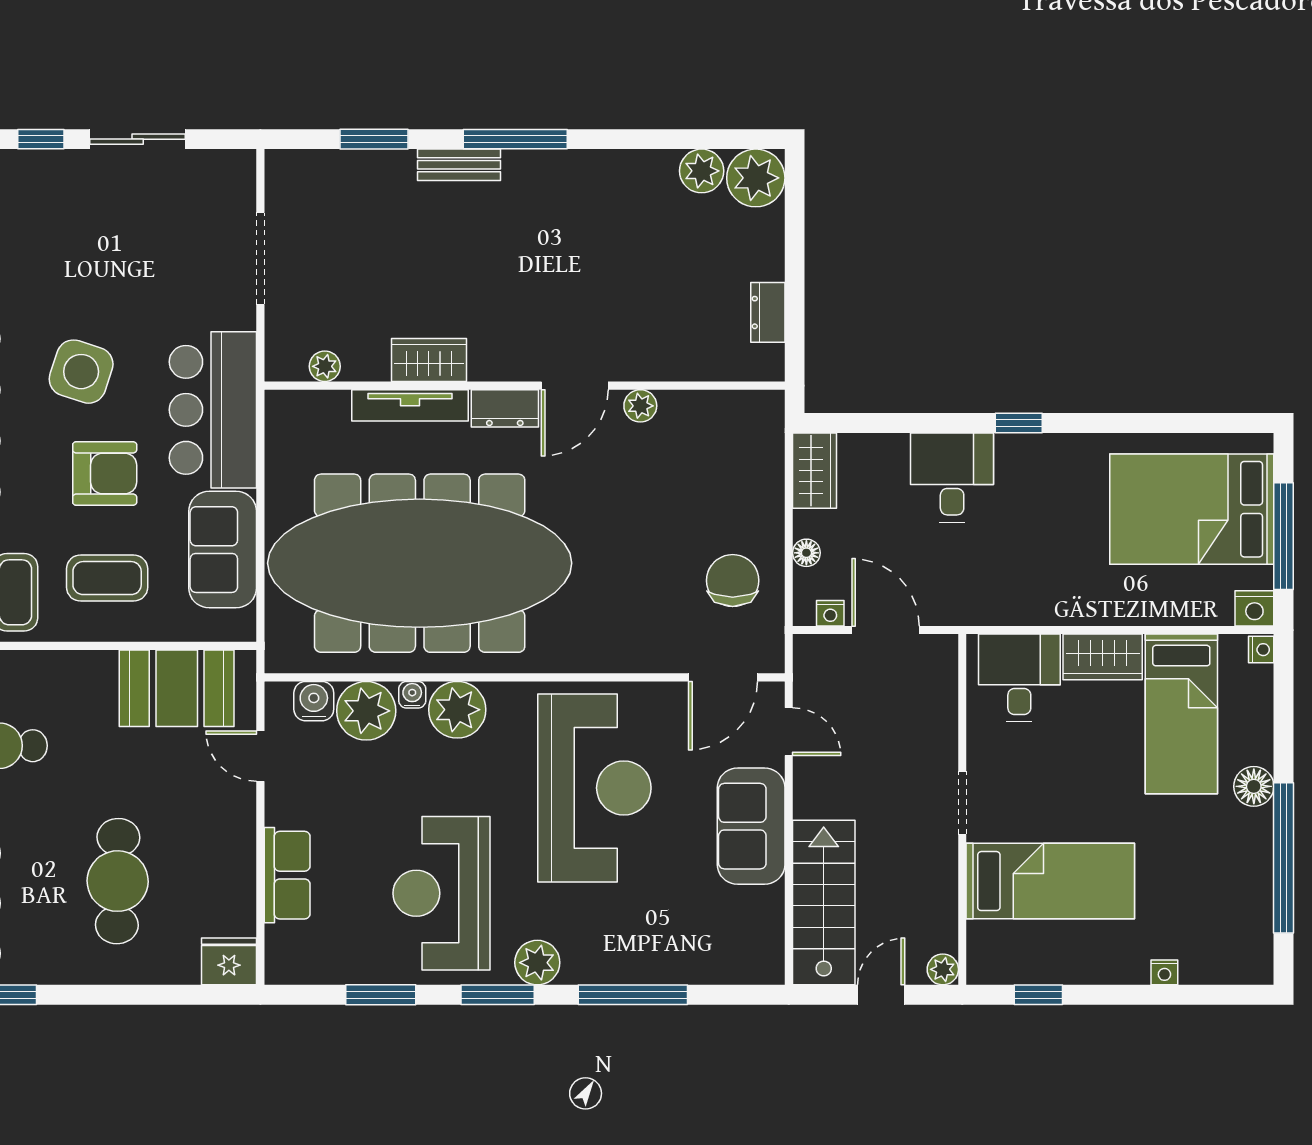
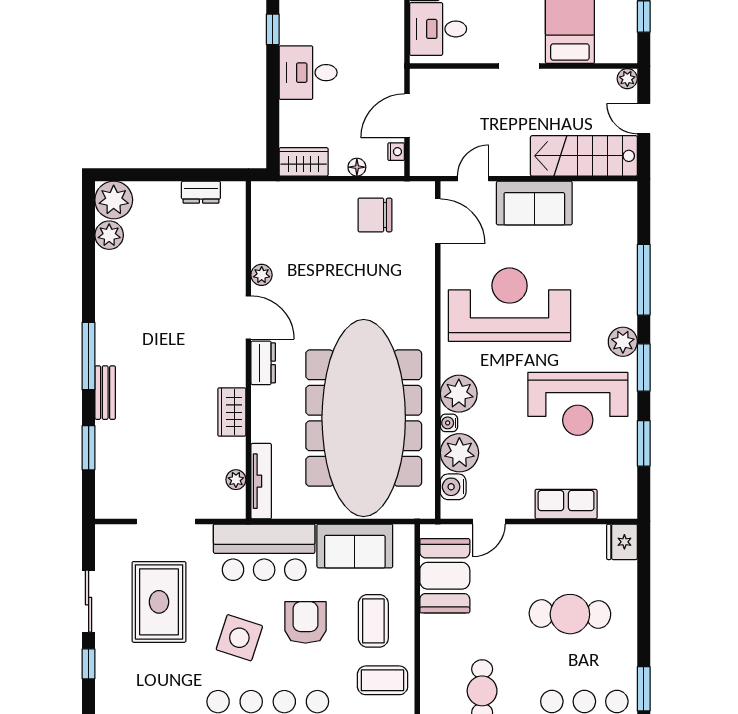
rug: (136, 248) -> (159, 602), added
tv unit: (410, 405) -> (261, 481), moved

